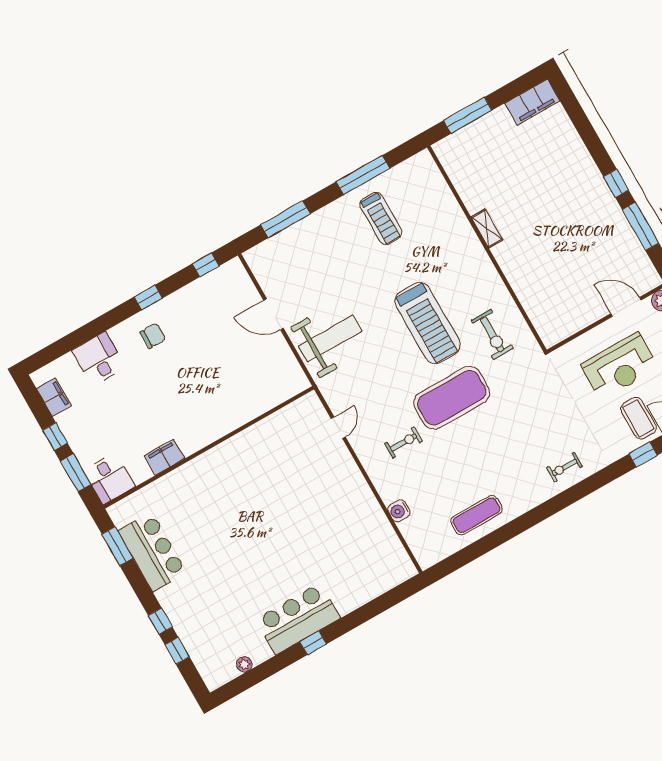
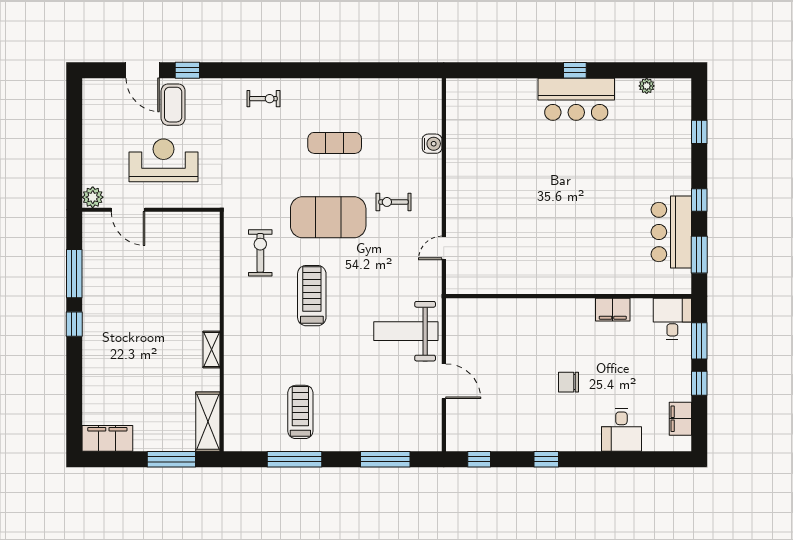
shelving: (455, 165) -> (208, 422), added
treadmill: (428, 323) -> (312, 296), width x0.73, depth x0.73
chair: (153, 336) -> (568, 382), moved
exercise mat: (477, 515) -> (335, 143), moved
window: (160, 621) -> (699, 200), moved

